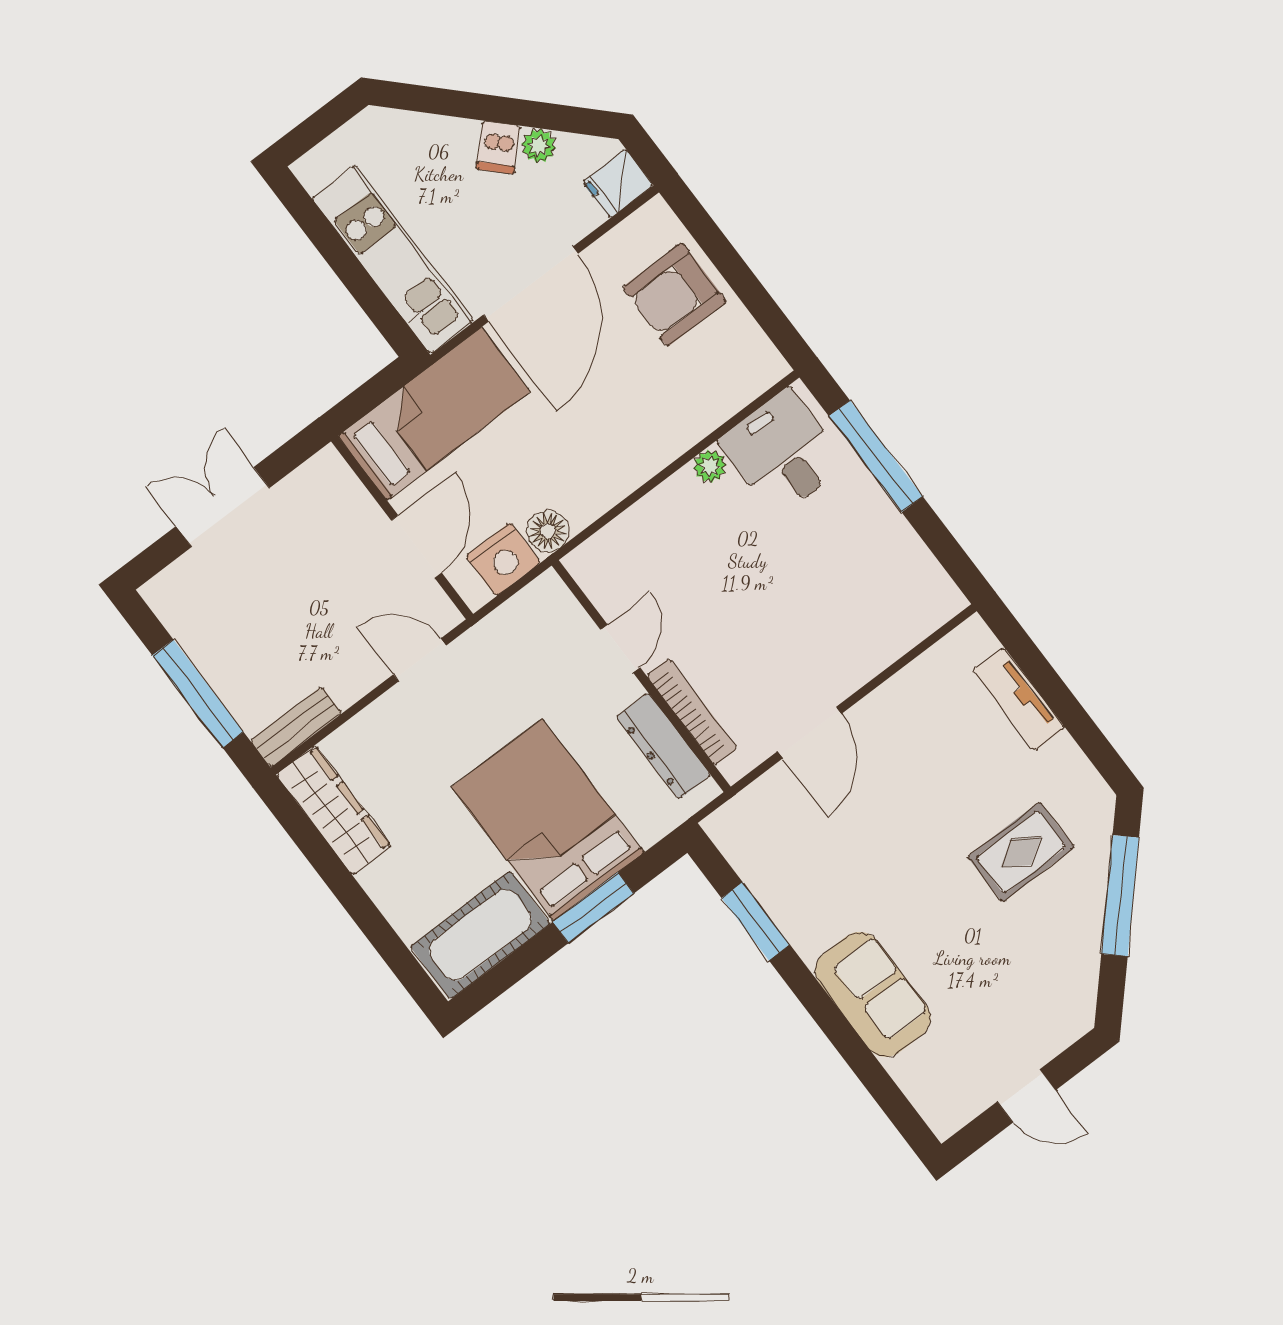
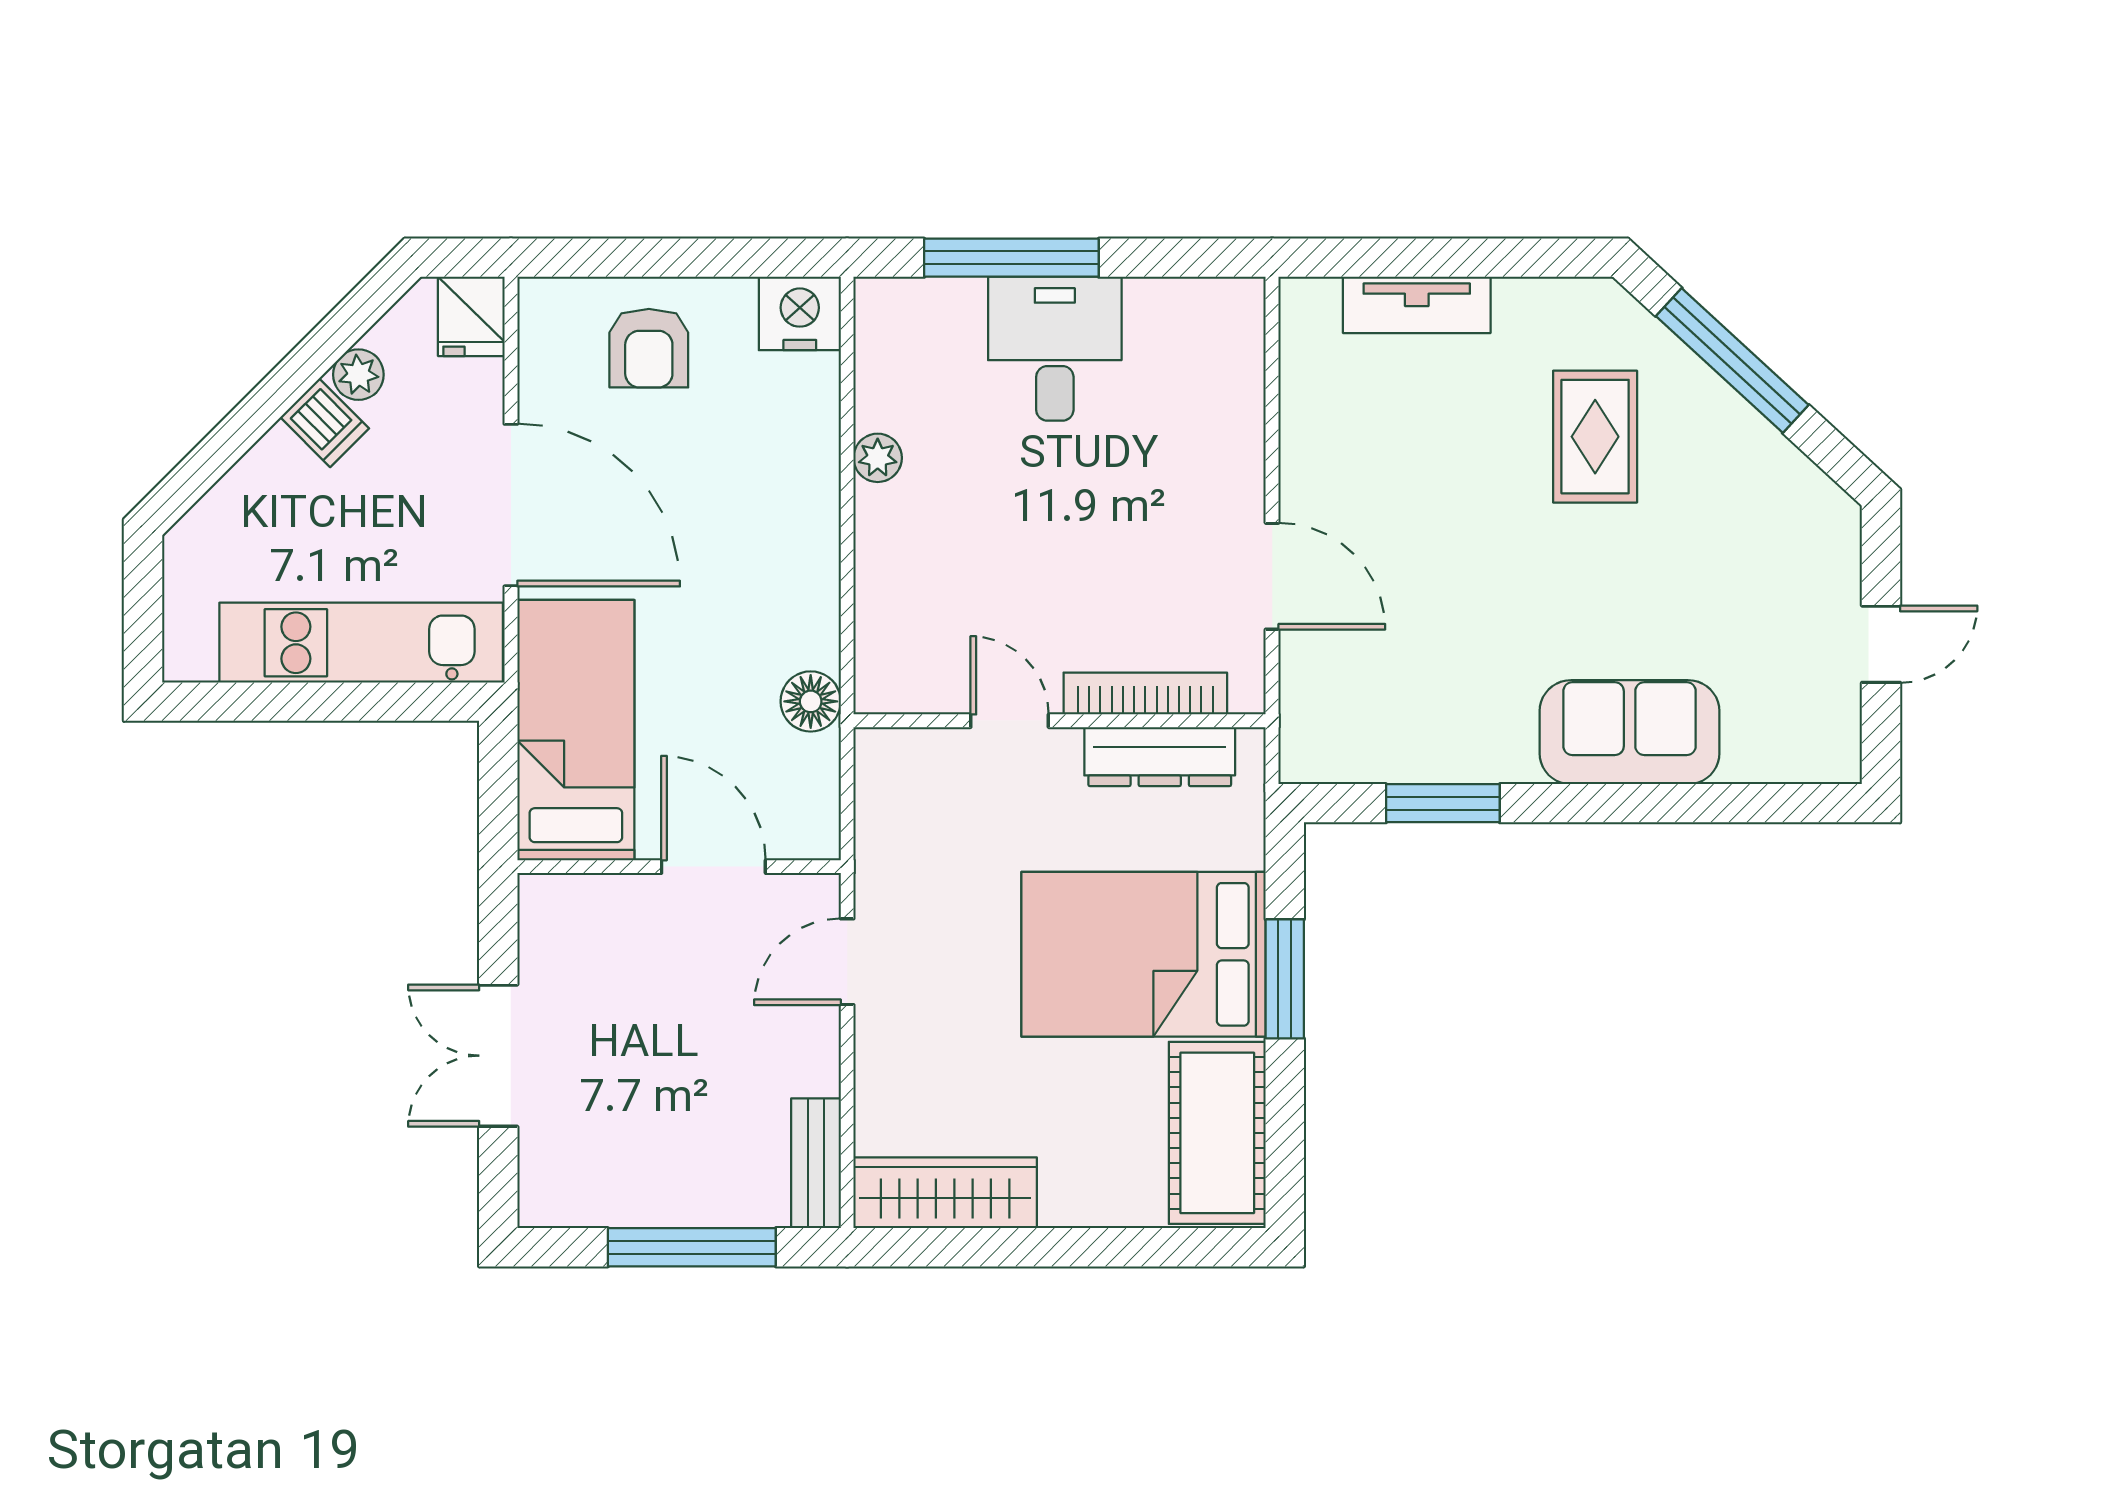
armchair: (675, 295) -> (649, 348), width x0.72, depth x0.72
desk: (783, 452) -> (1055, 349), moved, turned 90
nightstand: (503, 559) -> (800, 313), moved, turned -90

